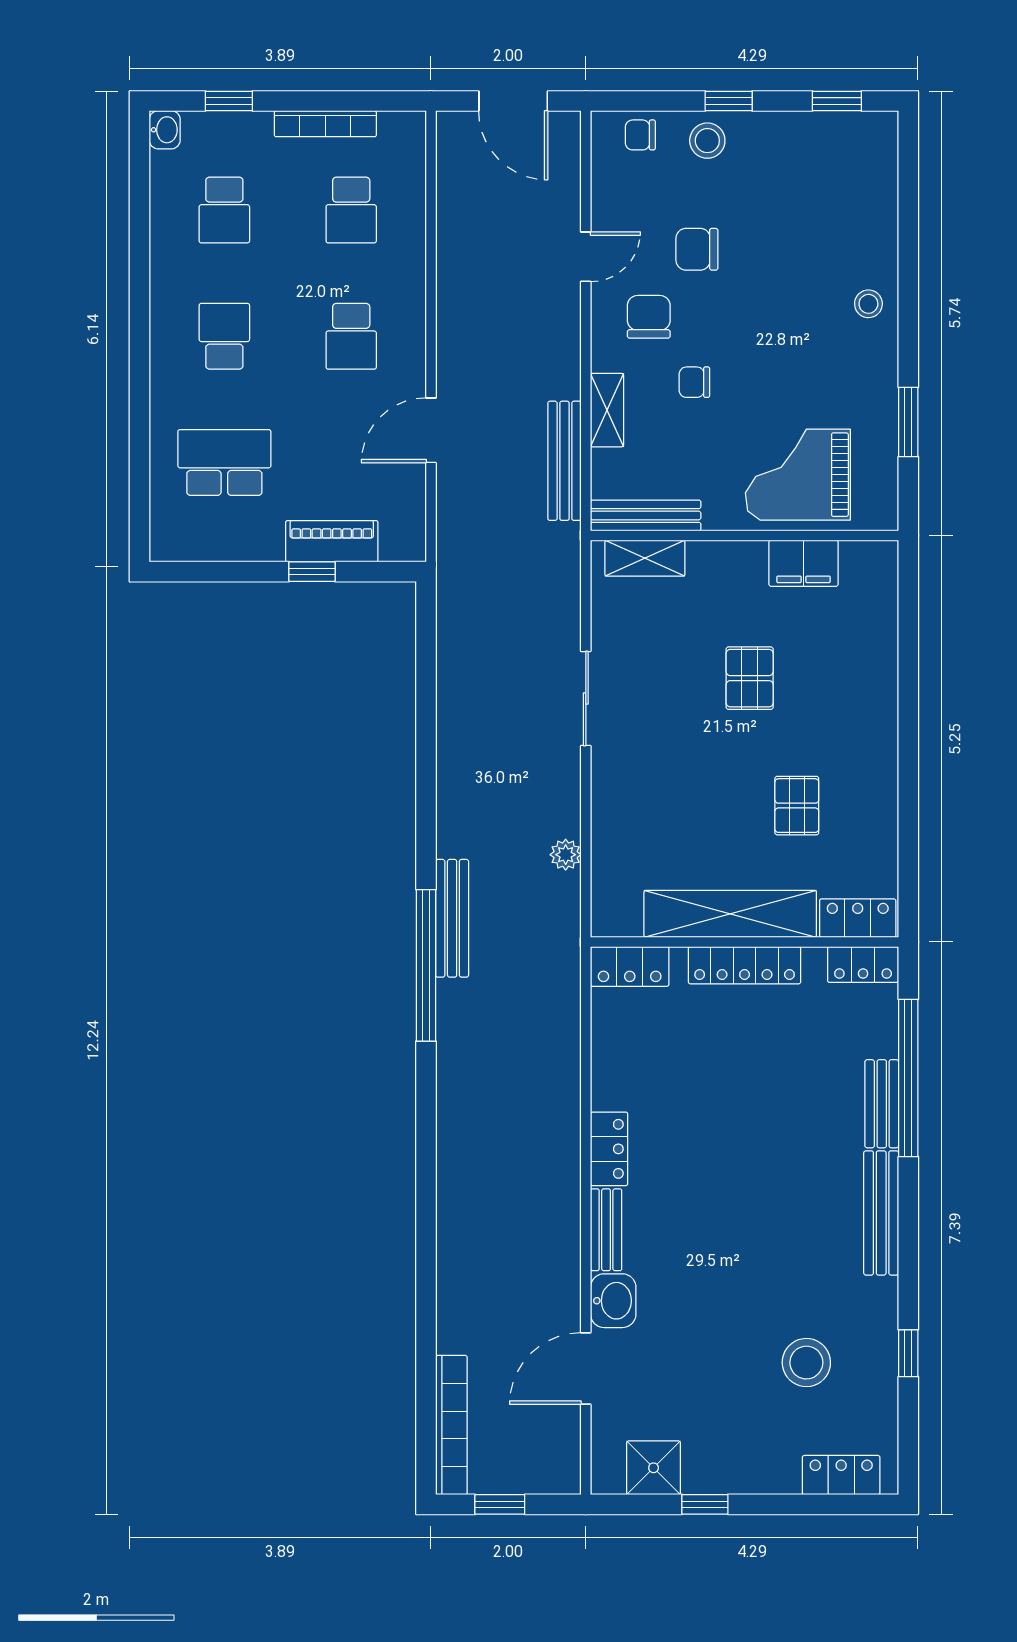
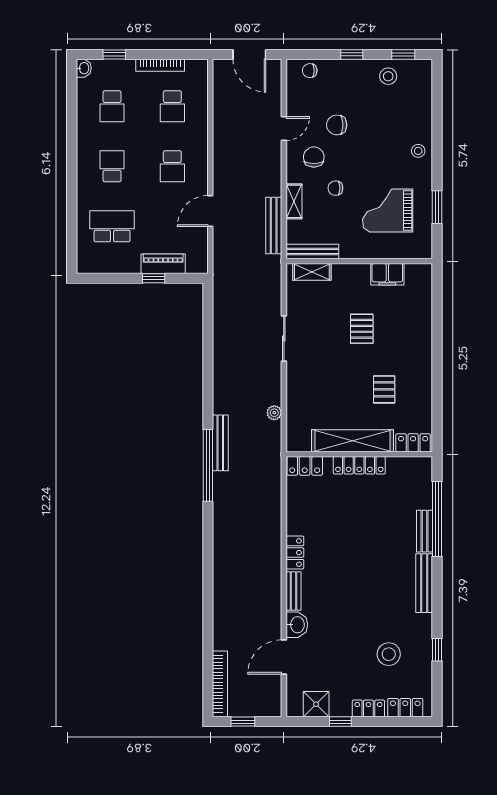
stool: (707, 141) -> (388, 76), moved
grand piano: (798, 475) -> (388, 210), moved
locker: (863, 965) -> (368, 708), moved, turned 180

